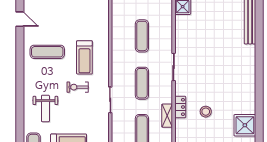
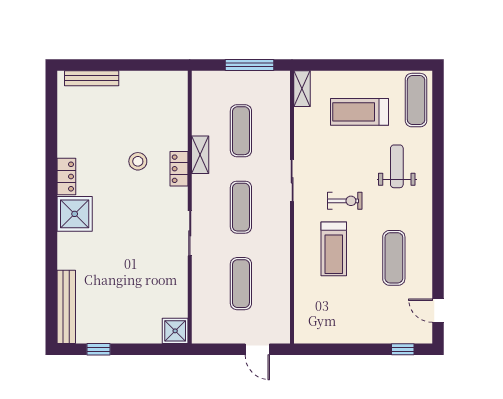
exercise mat: (47, 52) -> (394, 258), turned 90
treadmill: (84, 57) -> (334, 249), turned 180
locker: (250, 102) -> (66, 177), added
shower: (245, 125) -> (75, 214), moved

